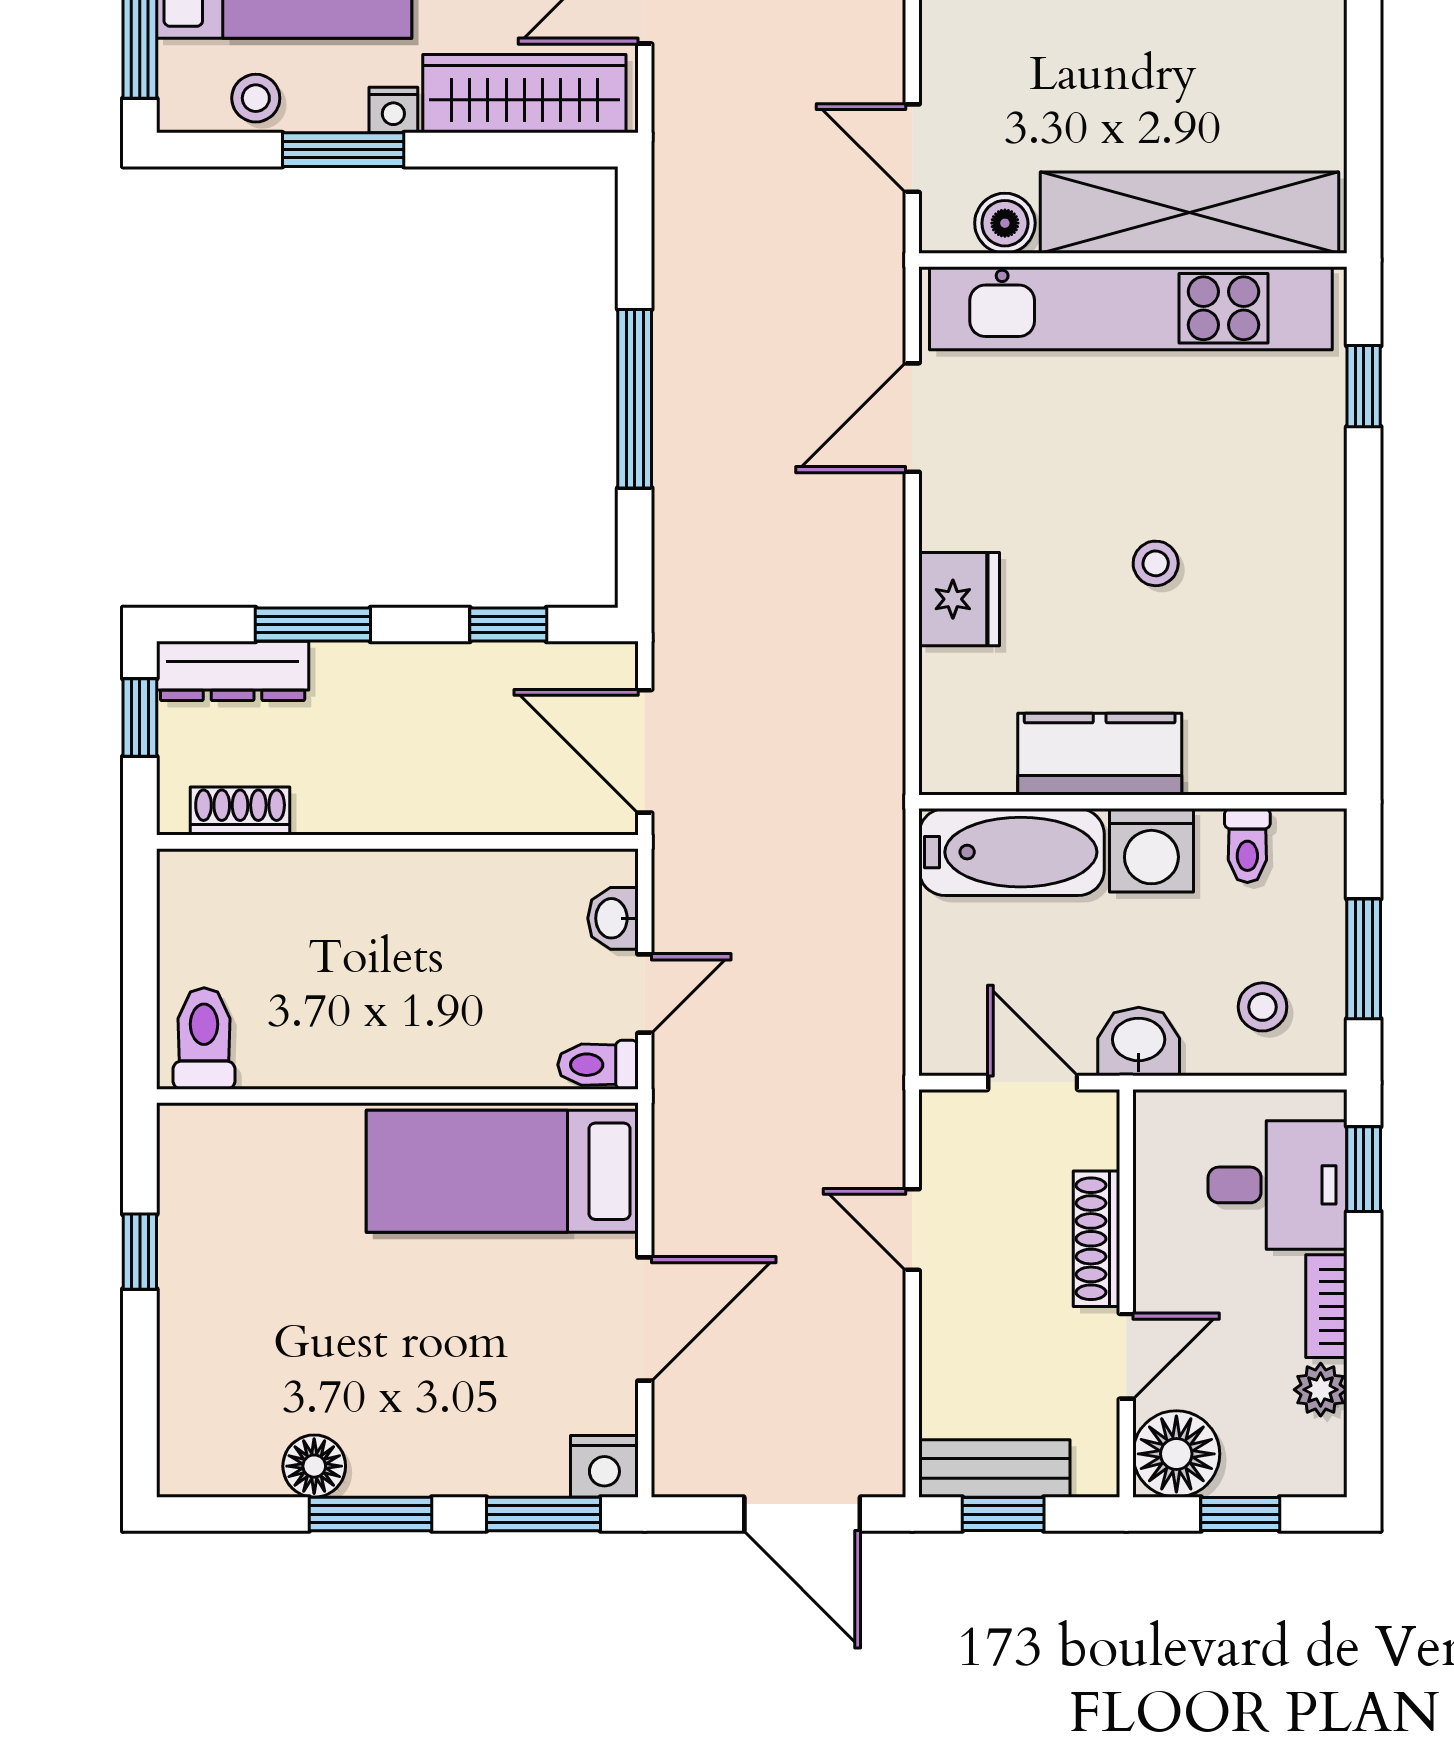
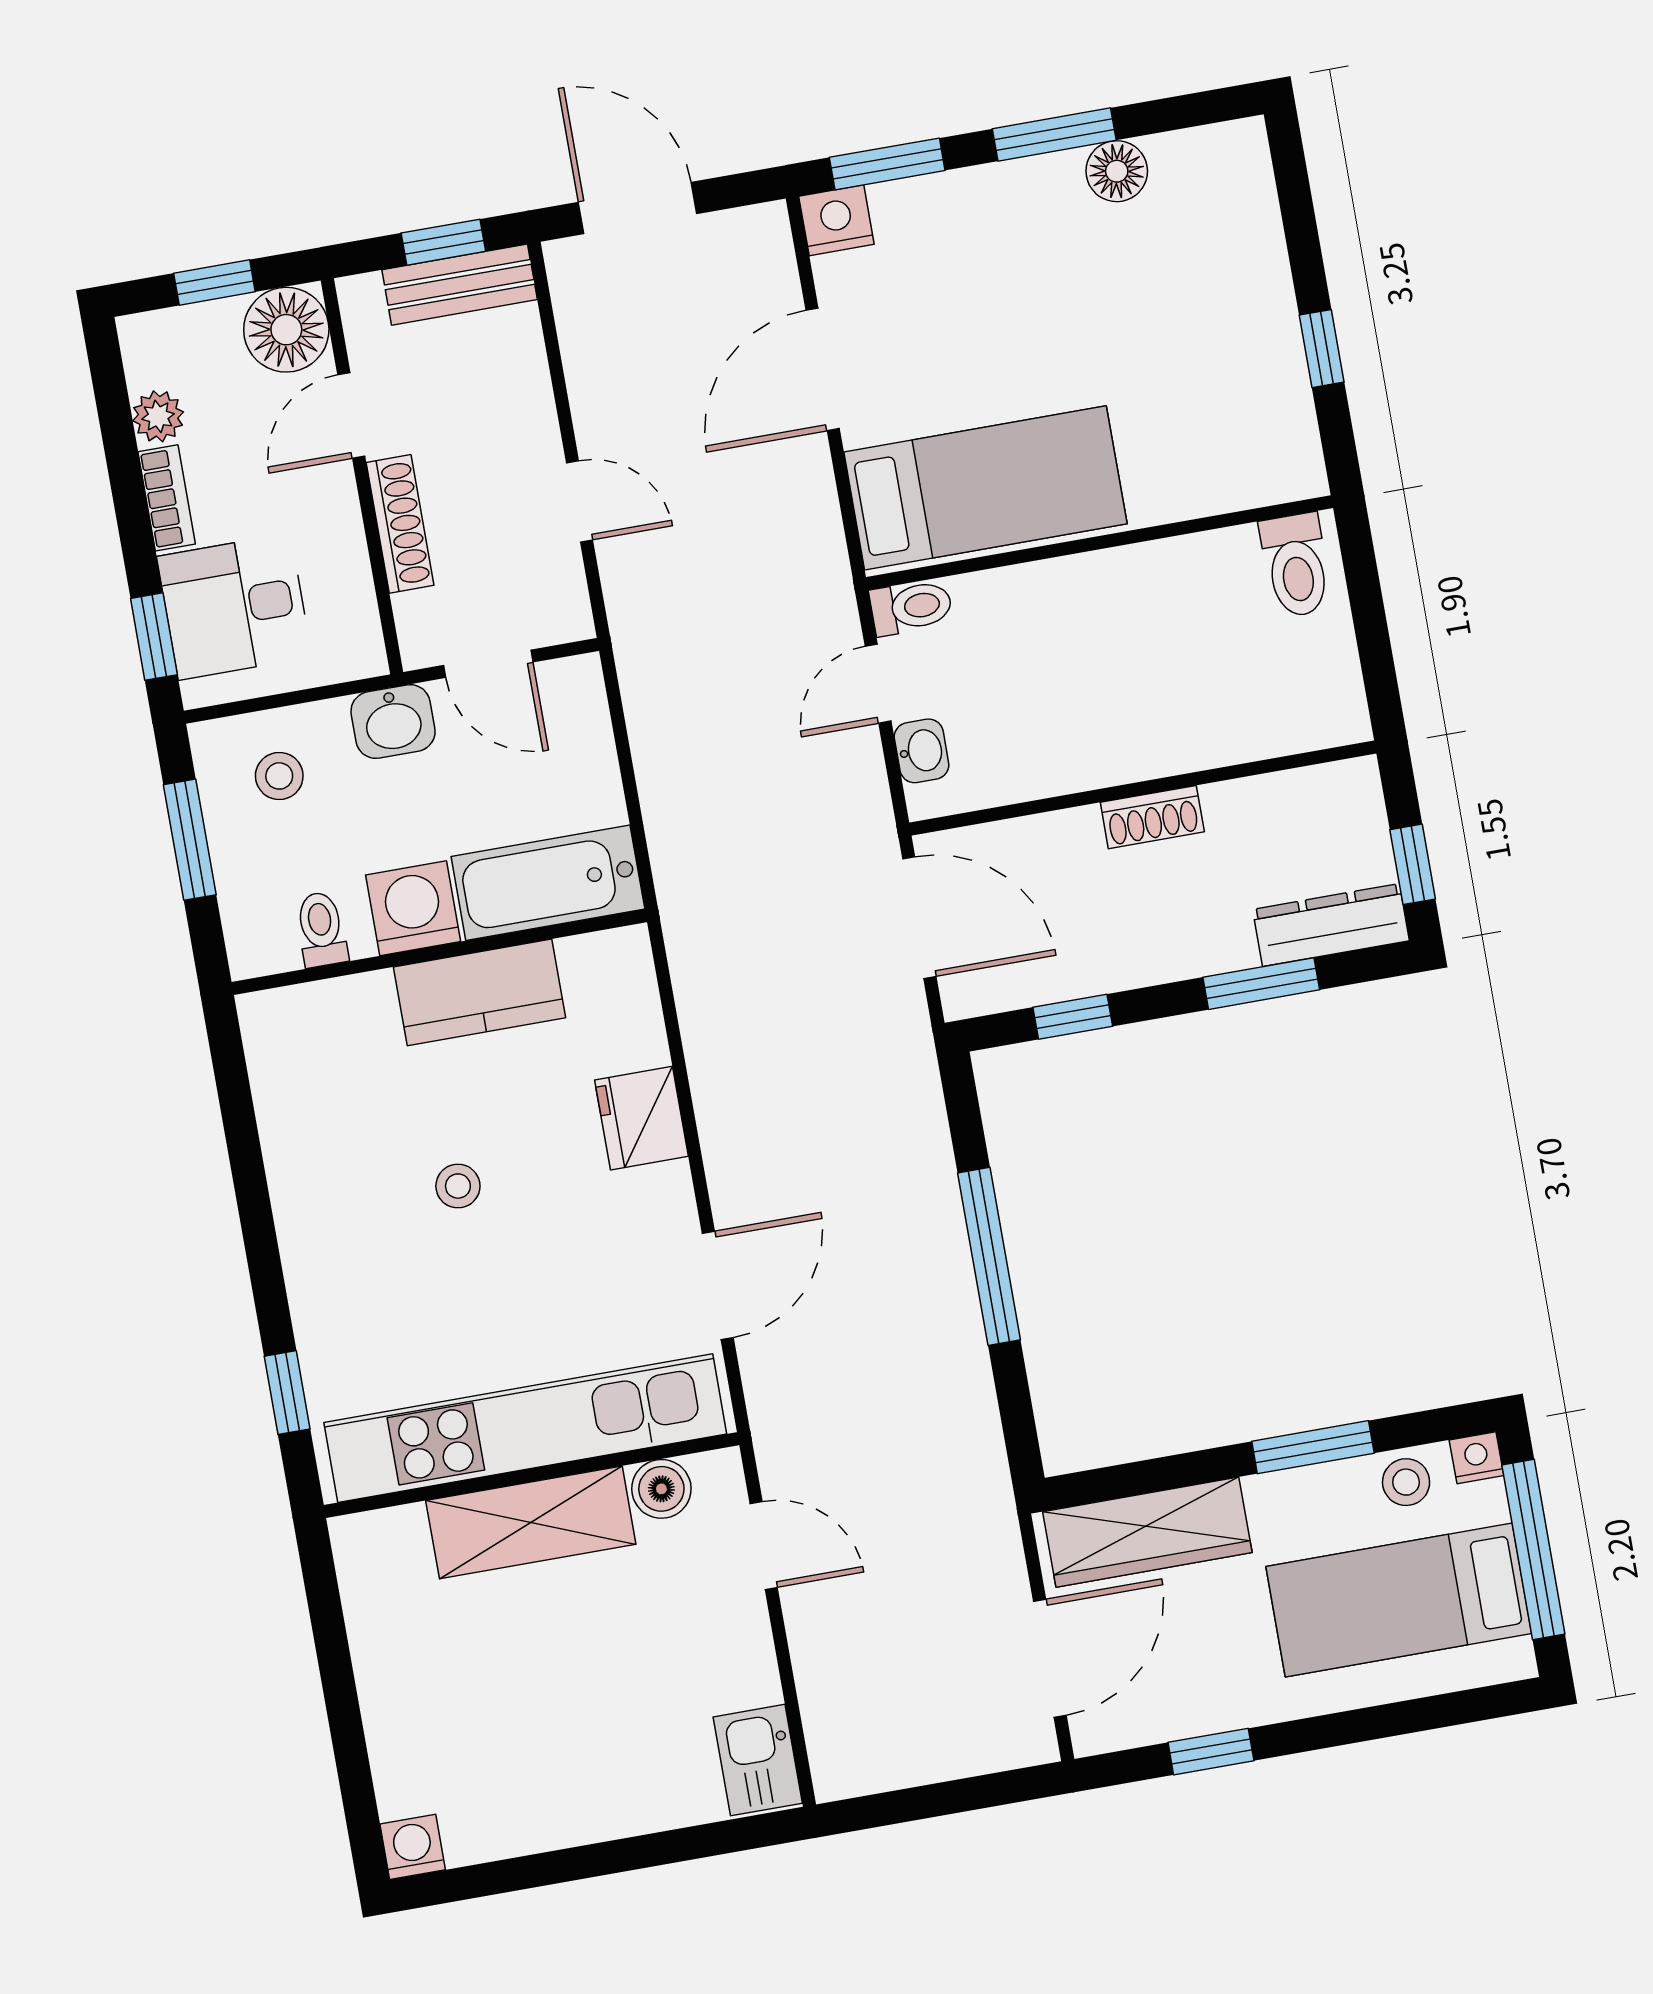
nightstand: (393, 110) -> (1476, 1458), moved
shelving: (1189, 213) -> (531, 1522), width x0.68
shoe rack: (240, 811) -> (1152, 817), moved

